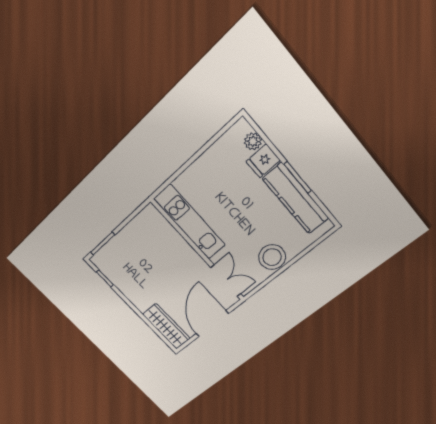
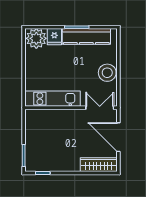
plant: (253, 141) -> (36, 38), width x1.87, depth x1.87

